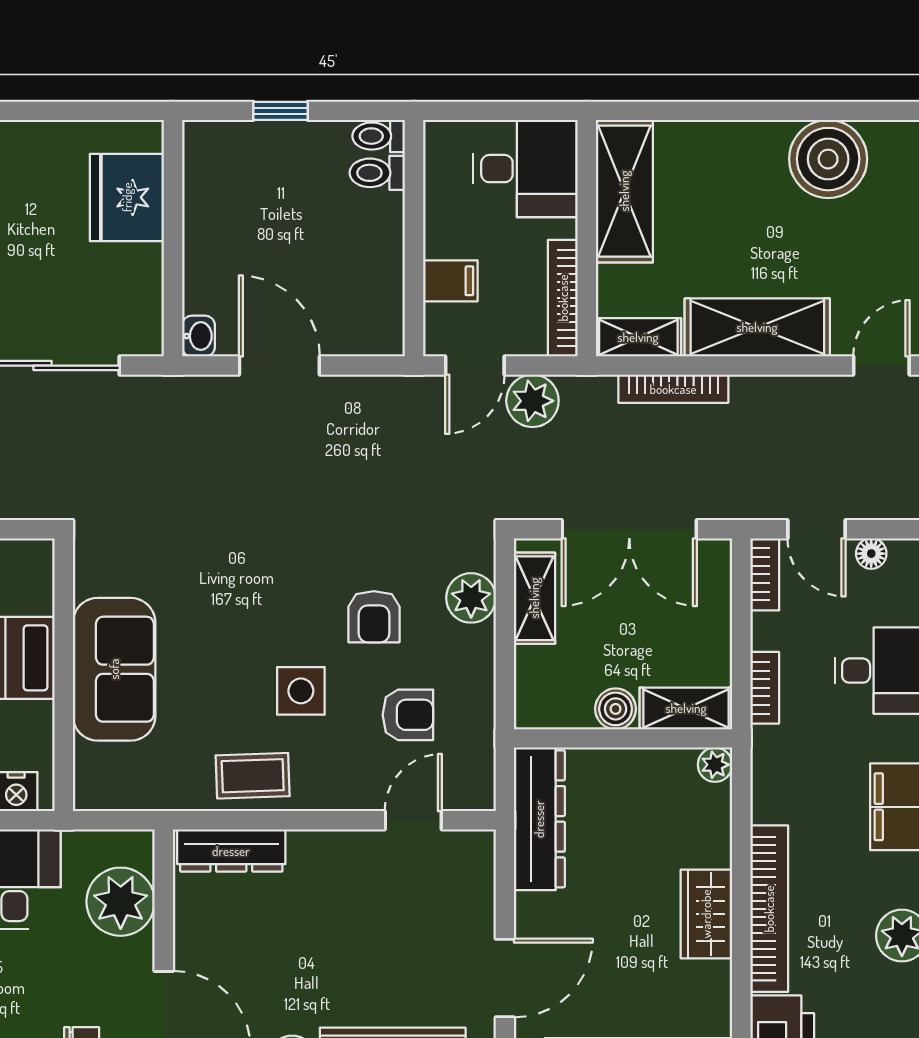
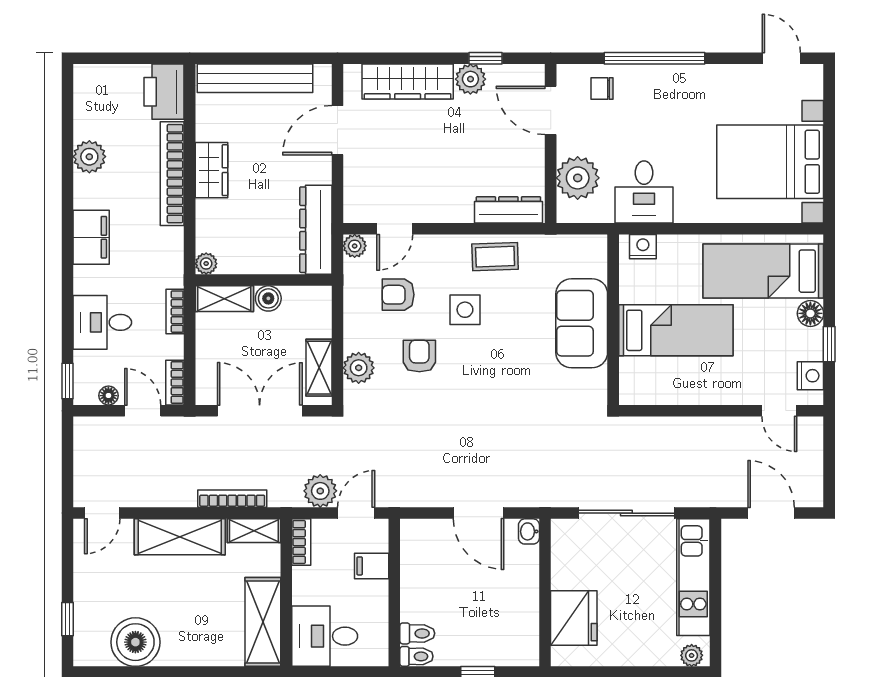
bookcase: (563, 298) -> (301, 542), width x0.64
plant: (477, 793) -> (355, 246), added

